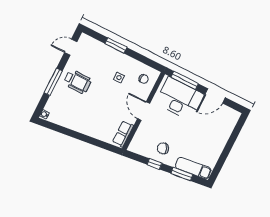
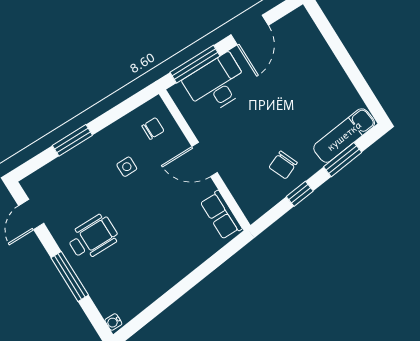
desk: (180, 99) -> (216, 84), width x0.73, depth x0.77

